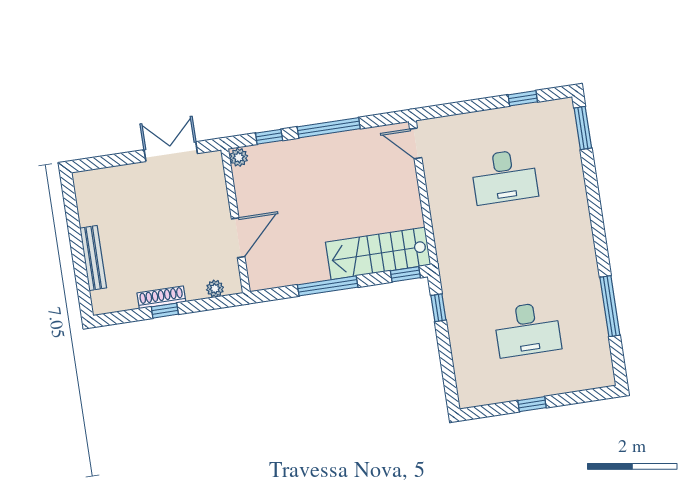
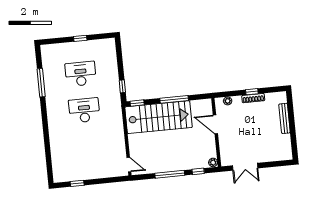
window: (583, 128) -> (49, 168), removed
desk: (504, 177) -> (84, 110), moved
door: (238, 238) -> (215, 124), hinge flipped
stairs: (378, 253) -> (159, 117), width x1.36, depth x1.51

